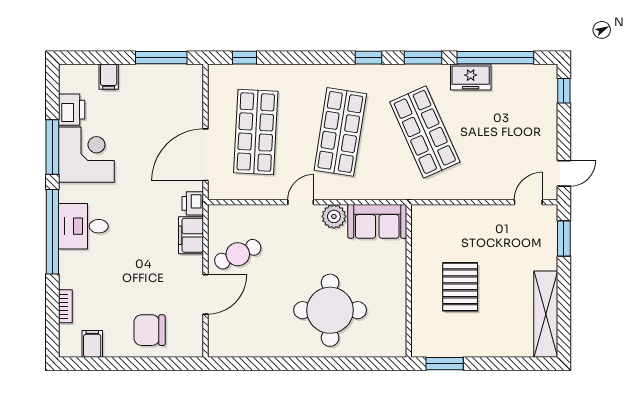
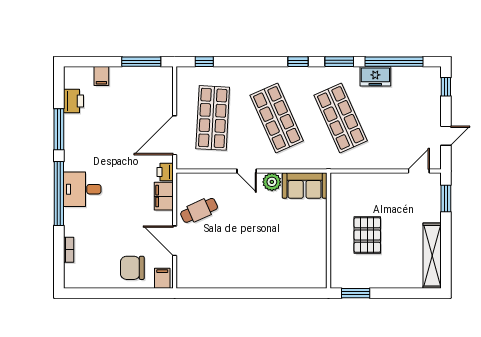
shop shelf: (340, 132) -> (277, 118), turned -33
corner desk: (86, 155) -> (85, 135), removed
door: (564, 173) -> (446, 136), moved
door: (301, 202) -> (247, 171), swing flipped
door: (205, 294) -> (175, 241), swing flipped
round table: (330, 310) -> (269, 253), removed
filing cabinet: (92, 344) -> (162, 278), moved

